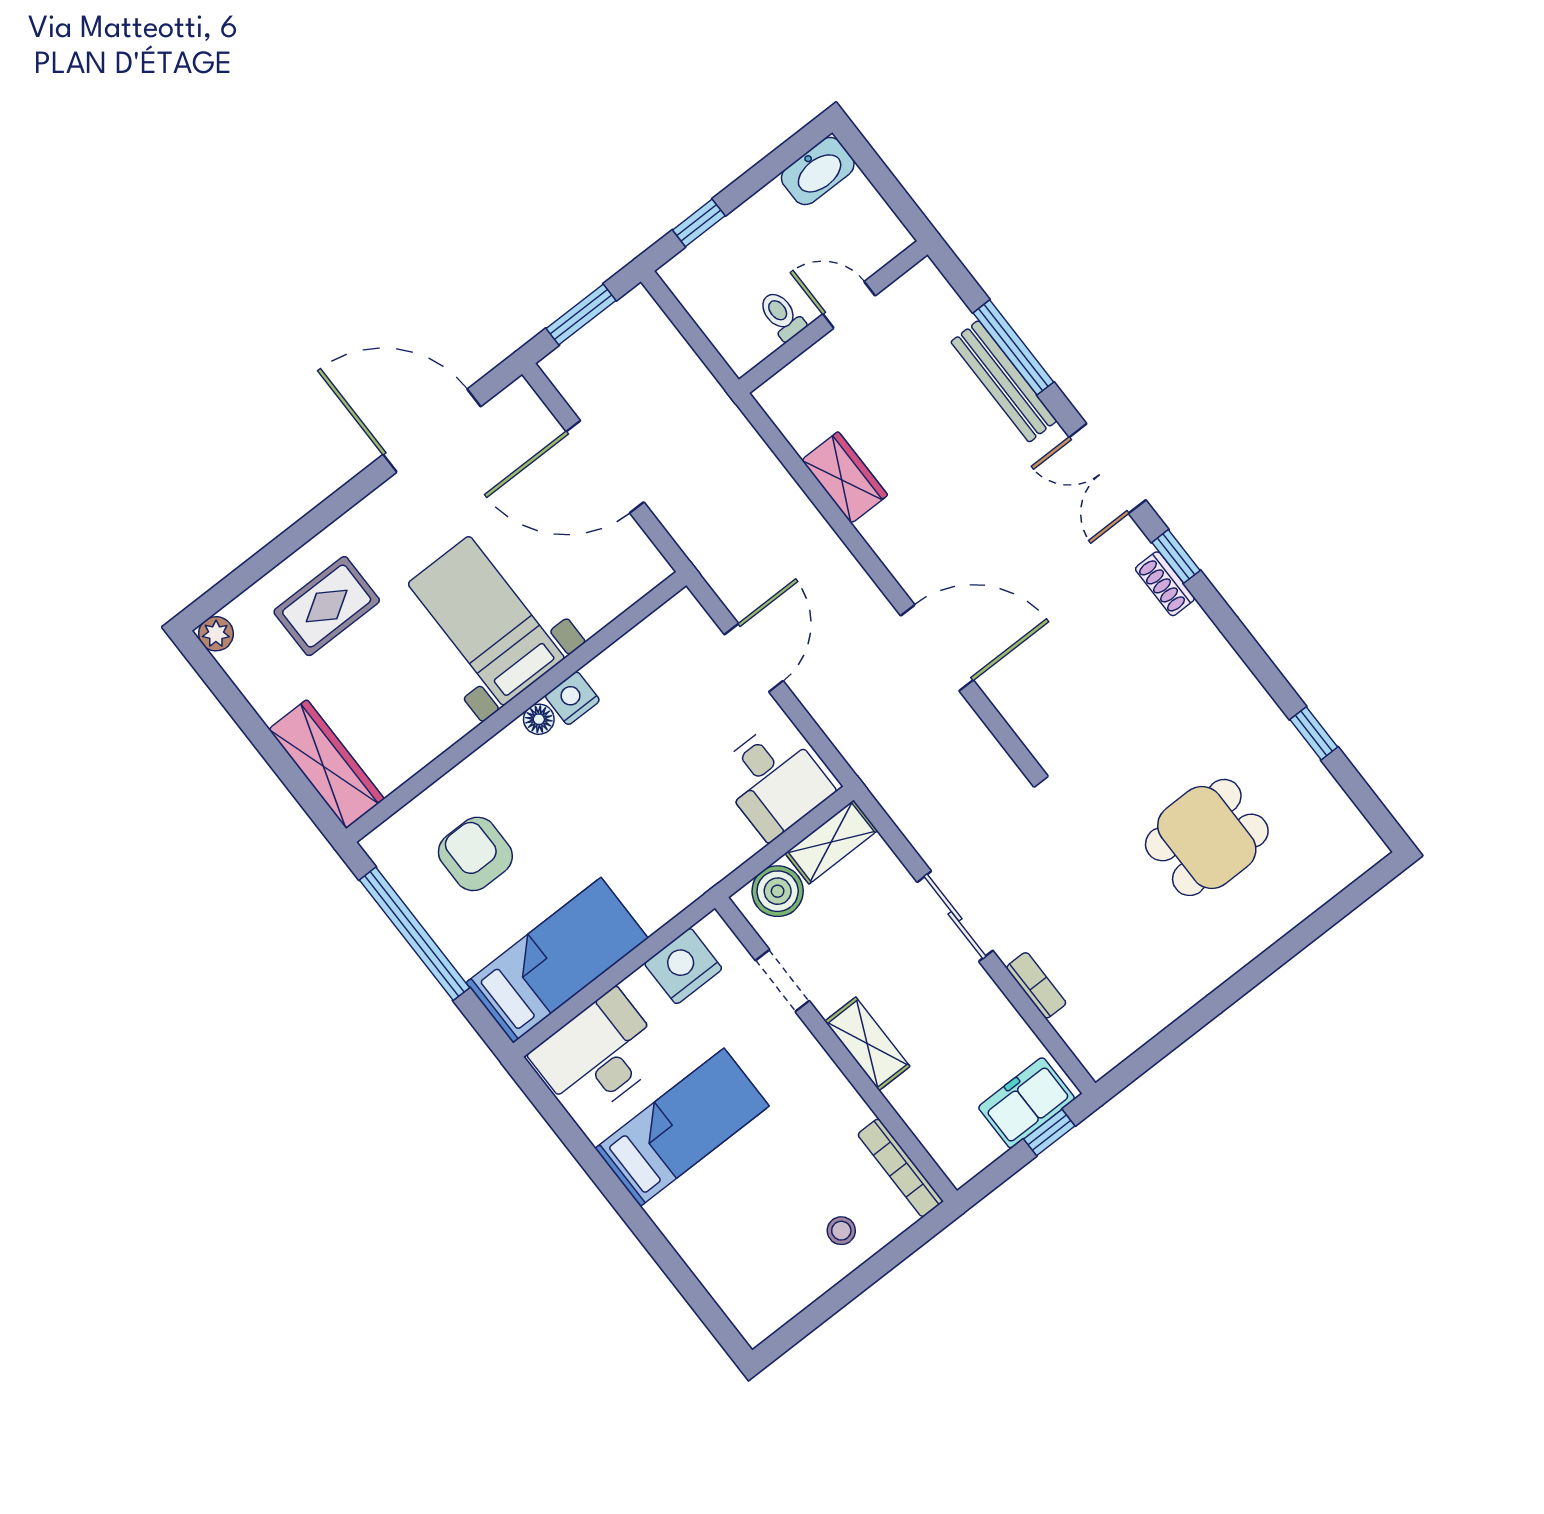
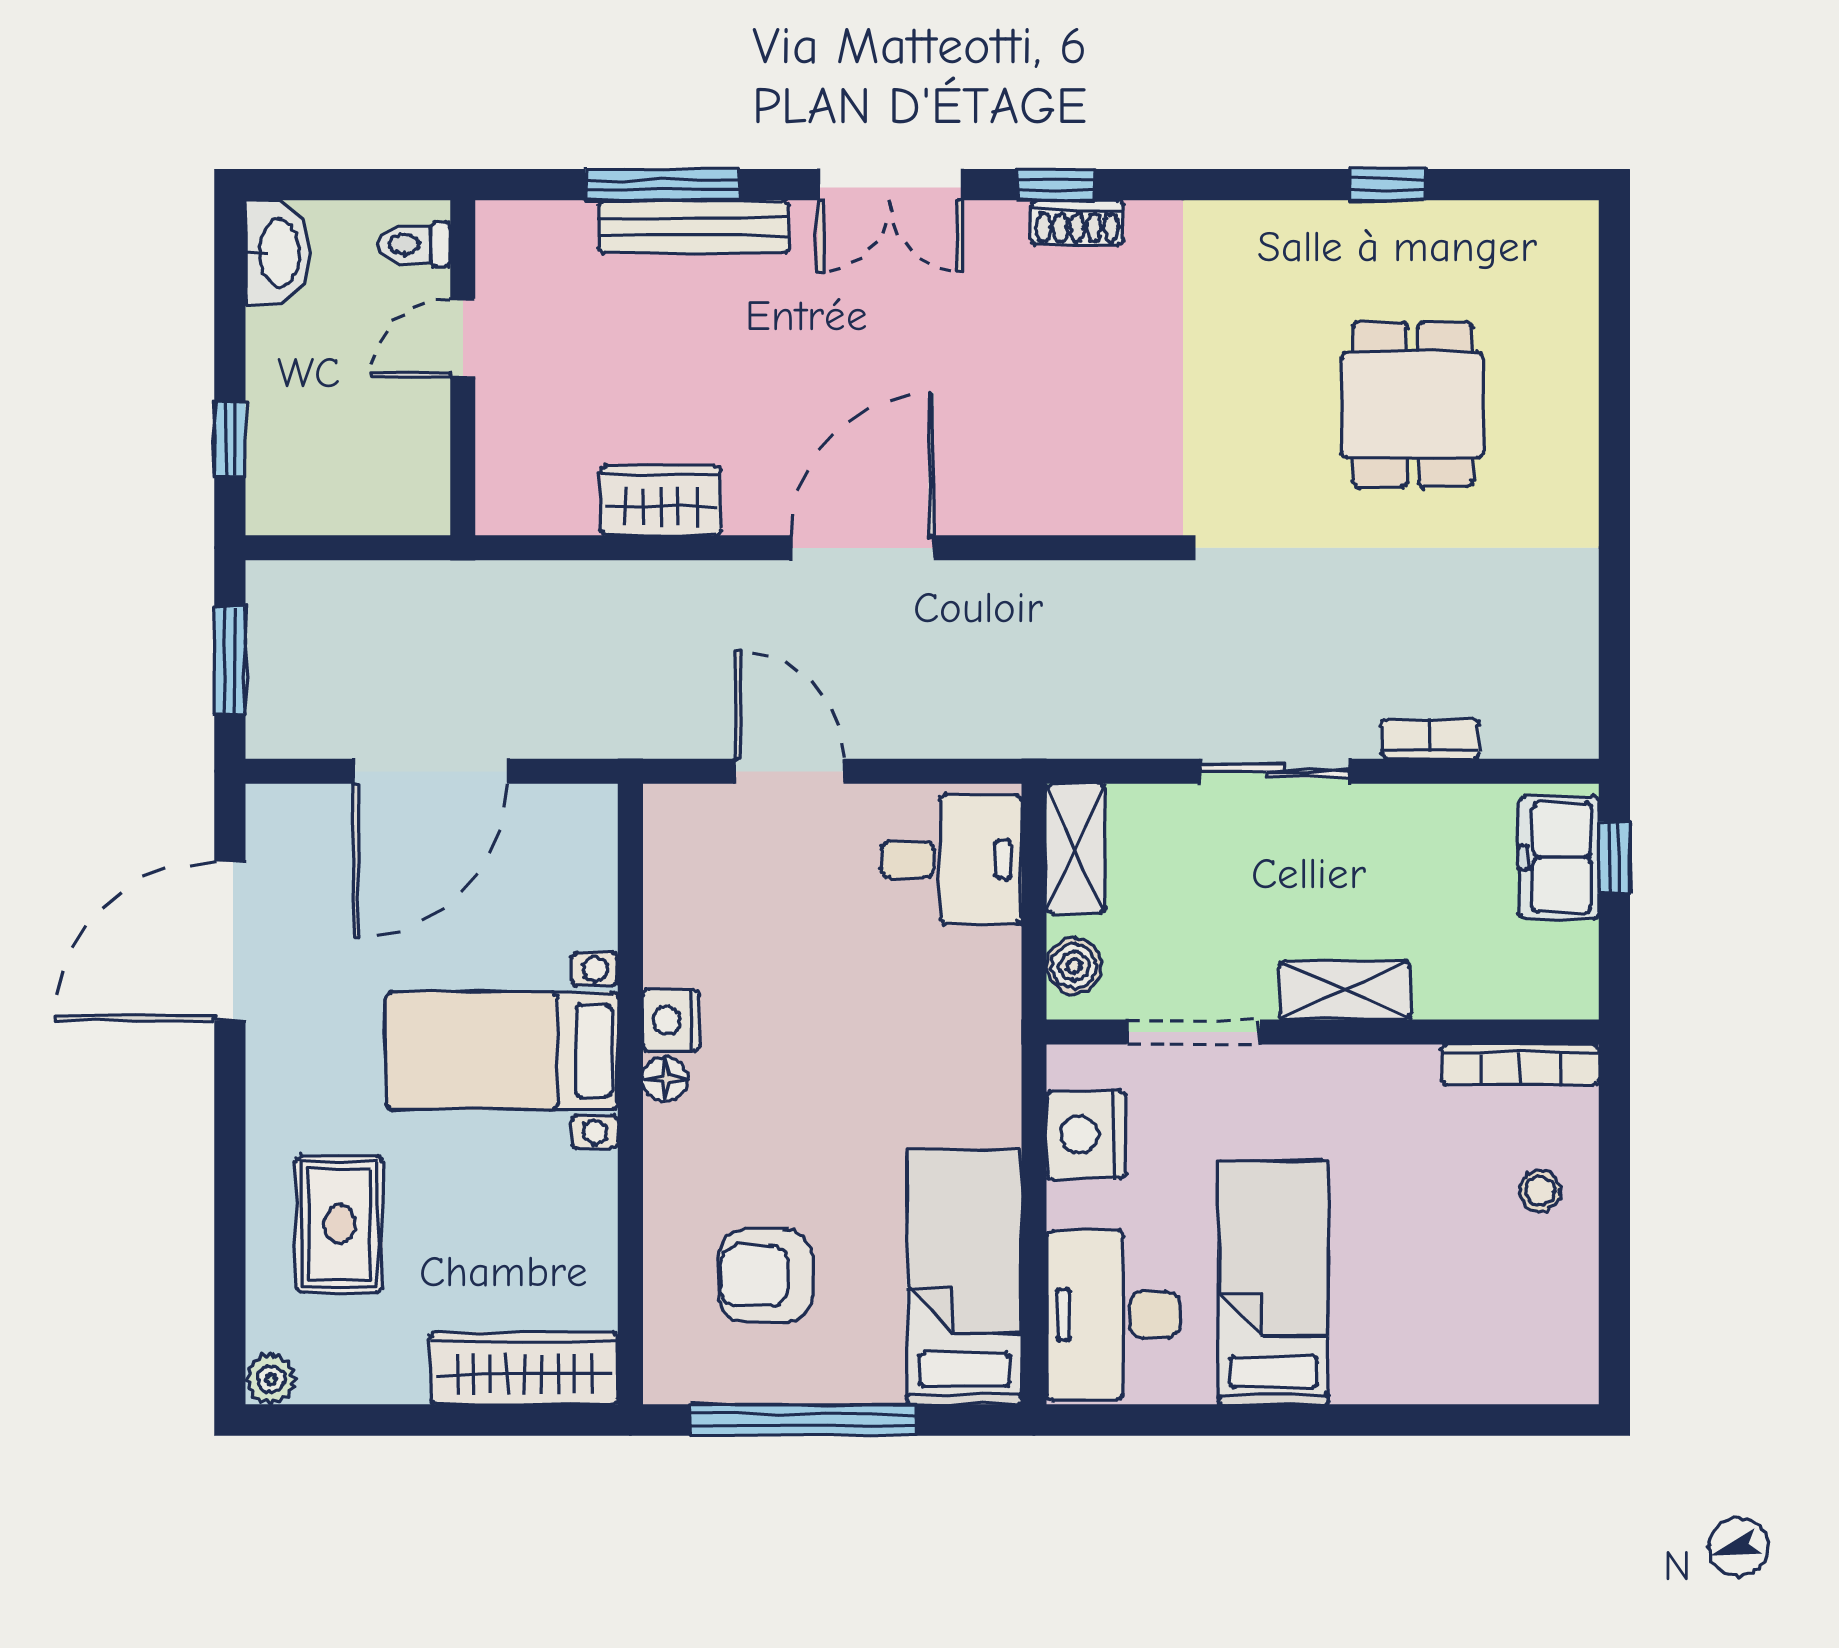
toilet: (782, 316) -> (414, 244), moved
door: (937, 648) -> (863, 548), moved
boiler: (778, 891) -> (1074, 966), width x0.73, depth x0.73
doorway: (782, 981) -> (1193, 1032), width x1.38

